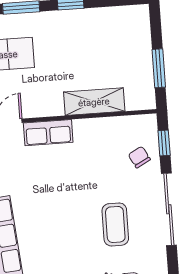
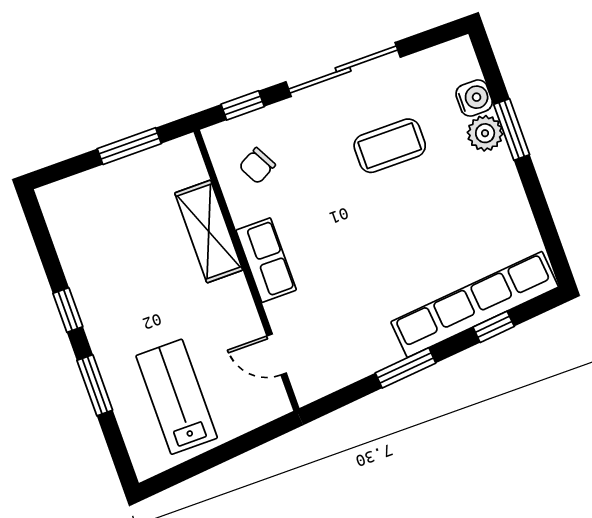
row of seats: (48, 133) -> (266, 260), moved
chair: (139, 157) -> (257, 166), moved

